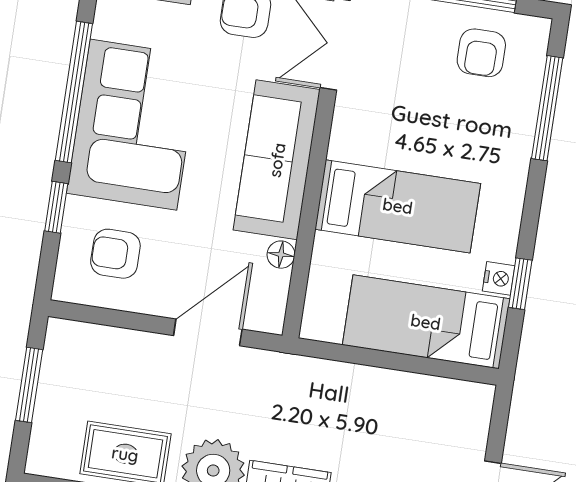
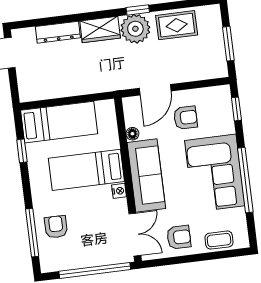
armchair: (481, 53) -> (56, 227), moved
window: (56, 207) -> (236, 109), moved
armchair: (115, 254) -> (185, 118), moved
nightstand: (499, 278) -> (119, 191), moved, turned 180

